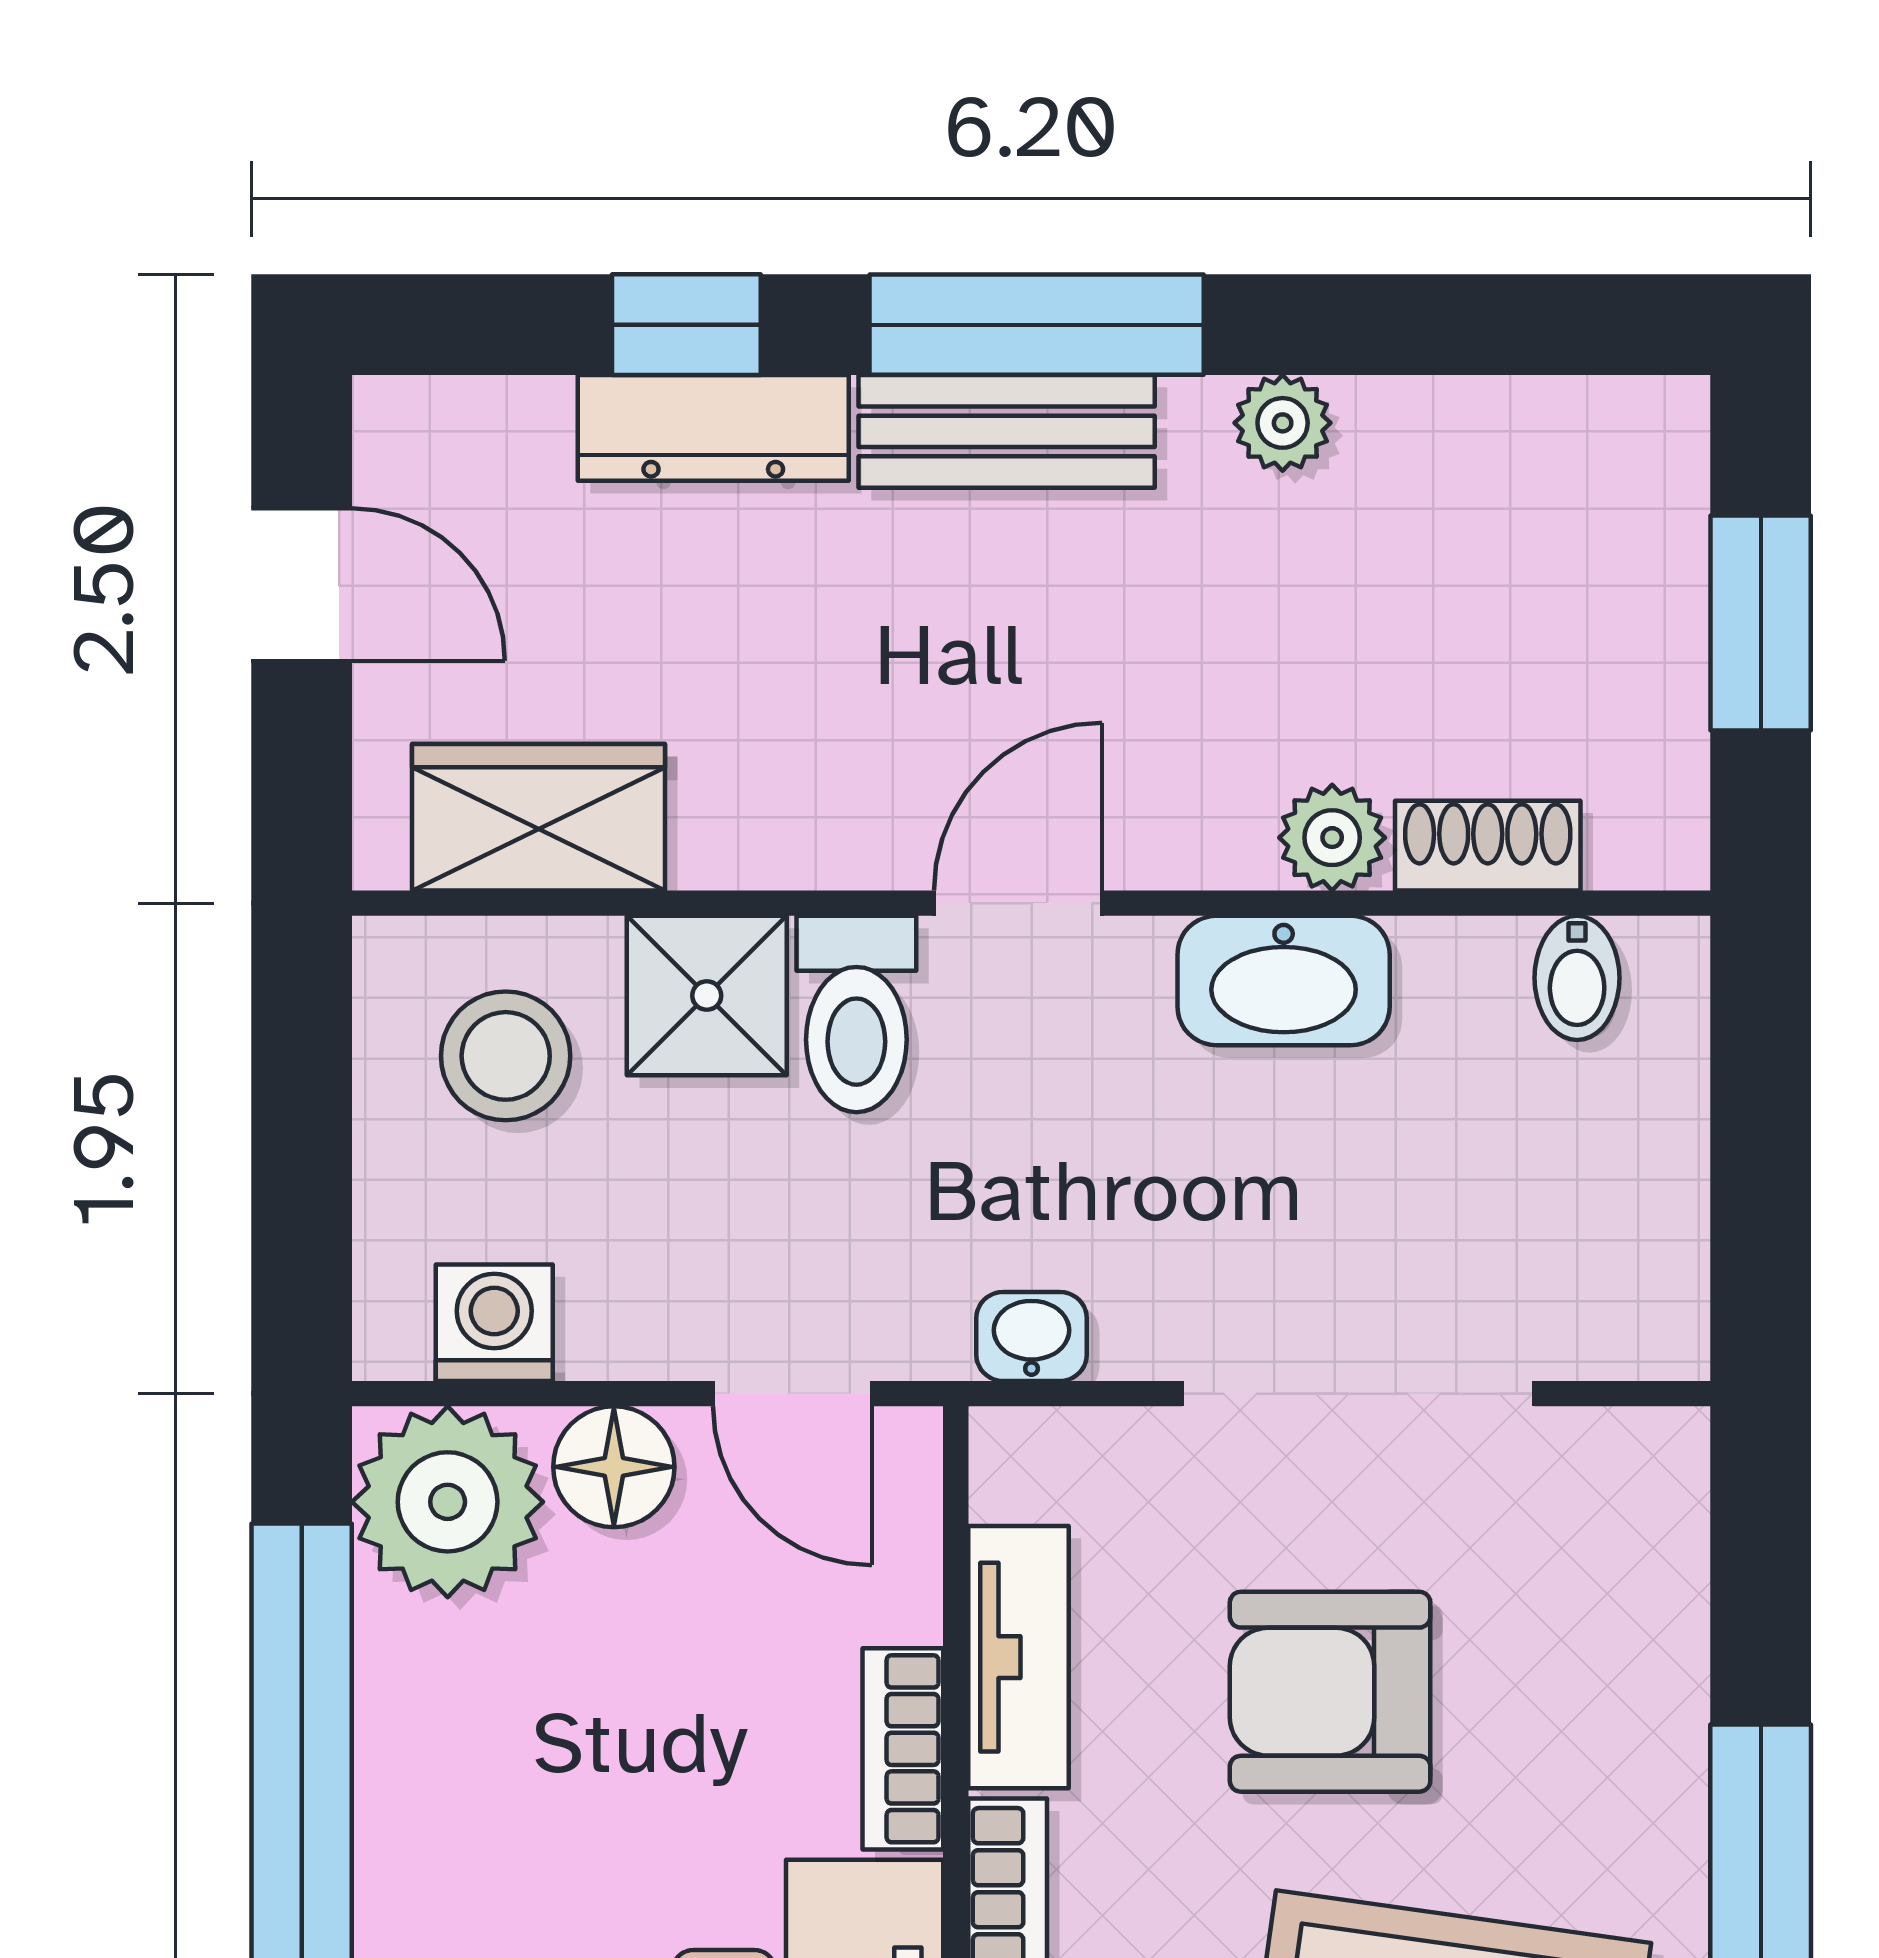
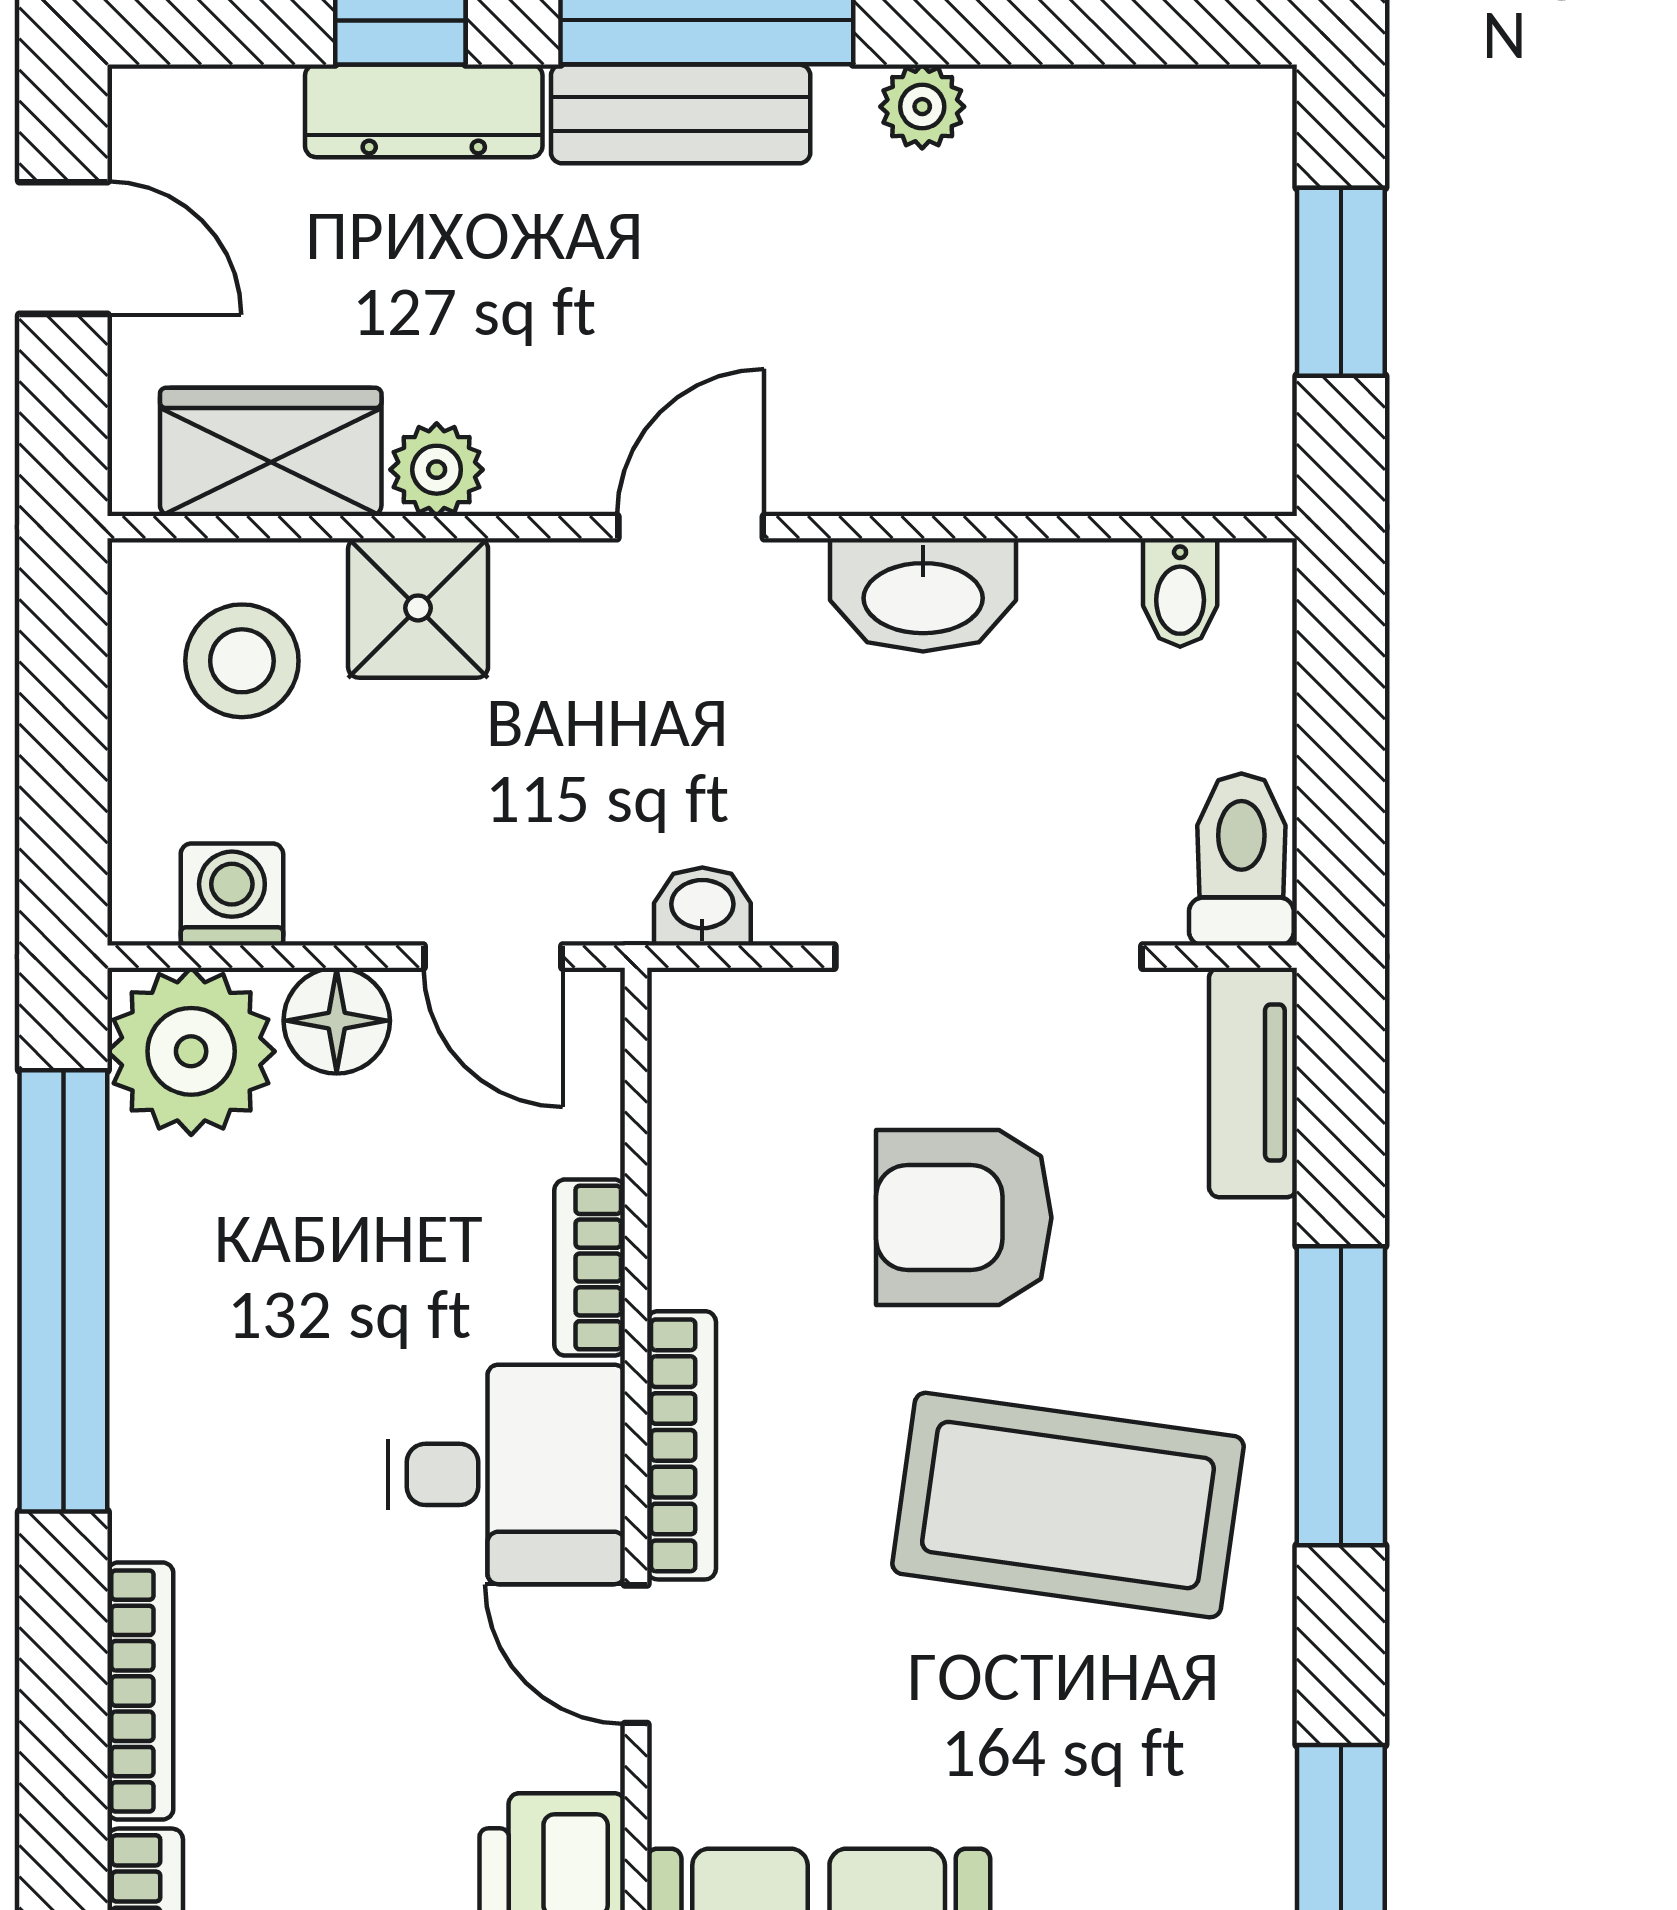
plant: (1332, 838) -> (437, 470), moved
shoe rack: (1488, 846) -> (1102, 477), removed
toilet: (856, 1014) -> (1241, 859), moved, turned 180
tv unit: (1018, 1657) -> (1253, 1083), moved, turned 180

